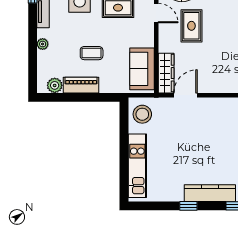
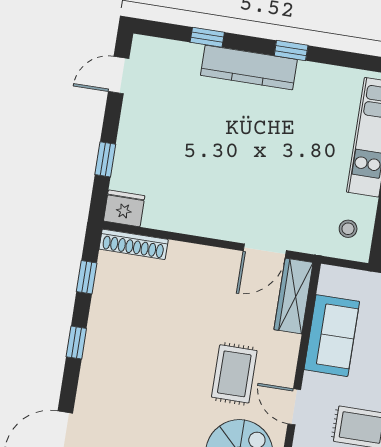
sofa: (142, 69) -> (332, 336), moved
stool: (142, 114) -> (348, 229), width x0.53, depth x0.53

